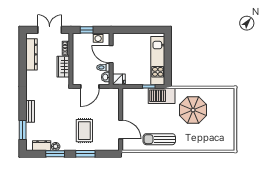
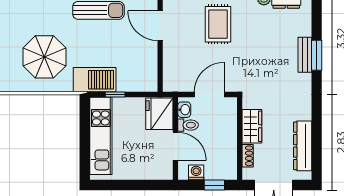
fridge: (119, 79) -> (159, 114), width x1.88, depth x1.34
window: (23, 130) -> (317, 55), moved

